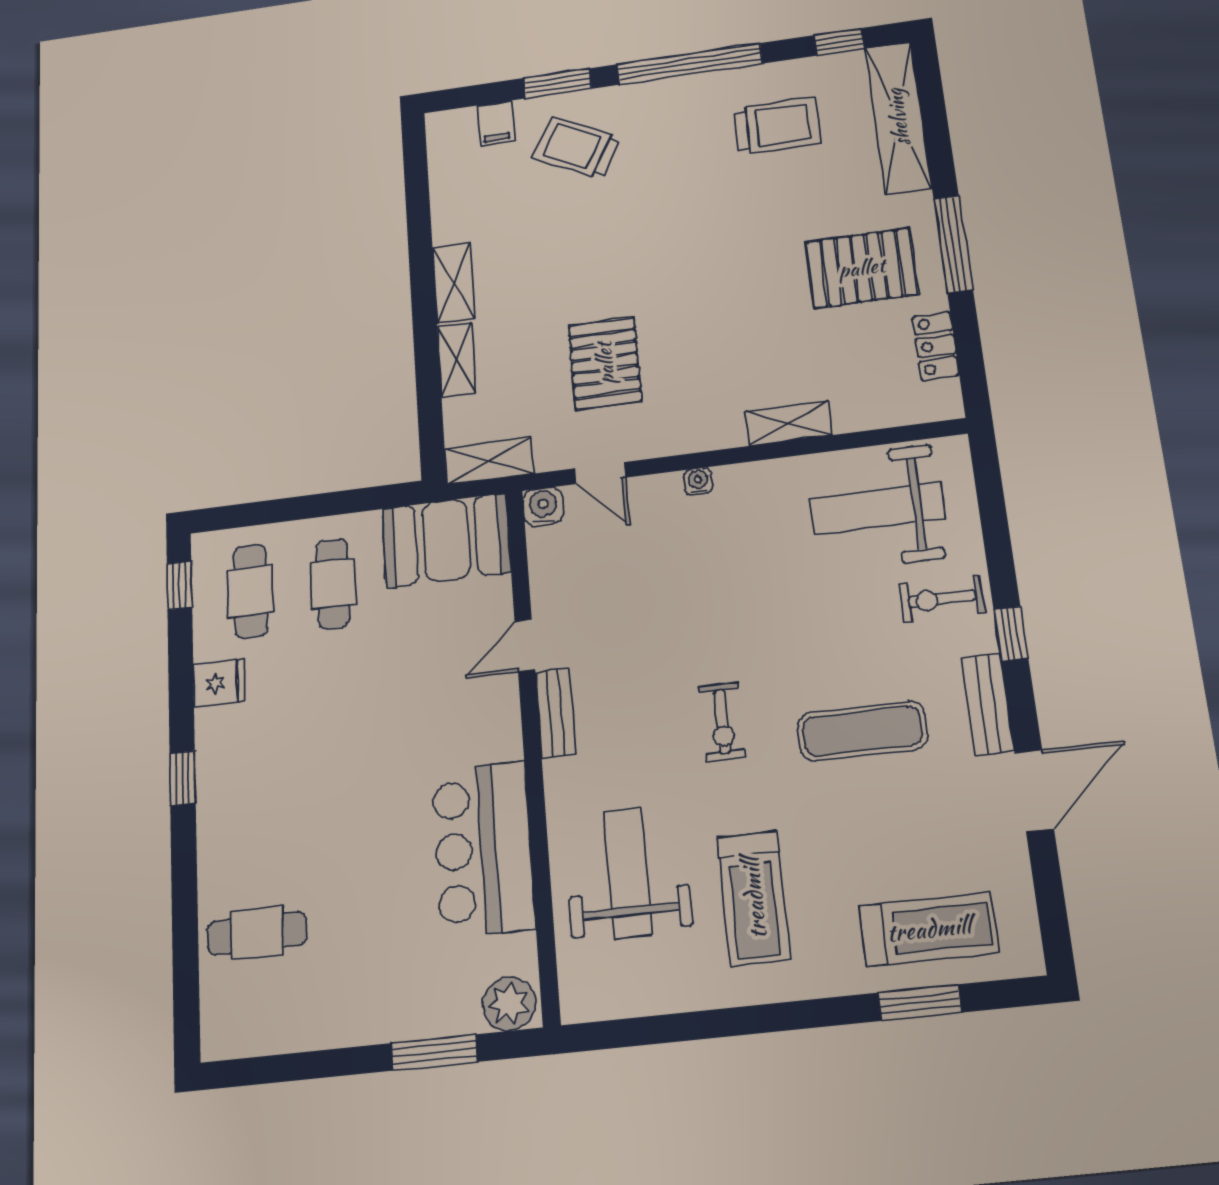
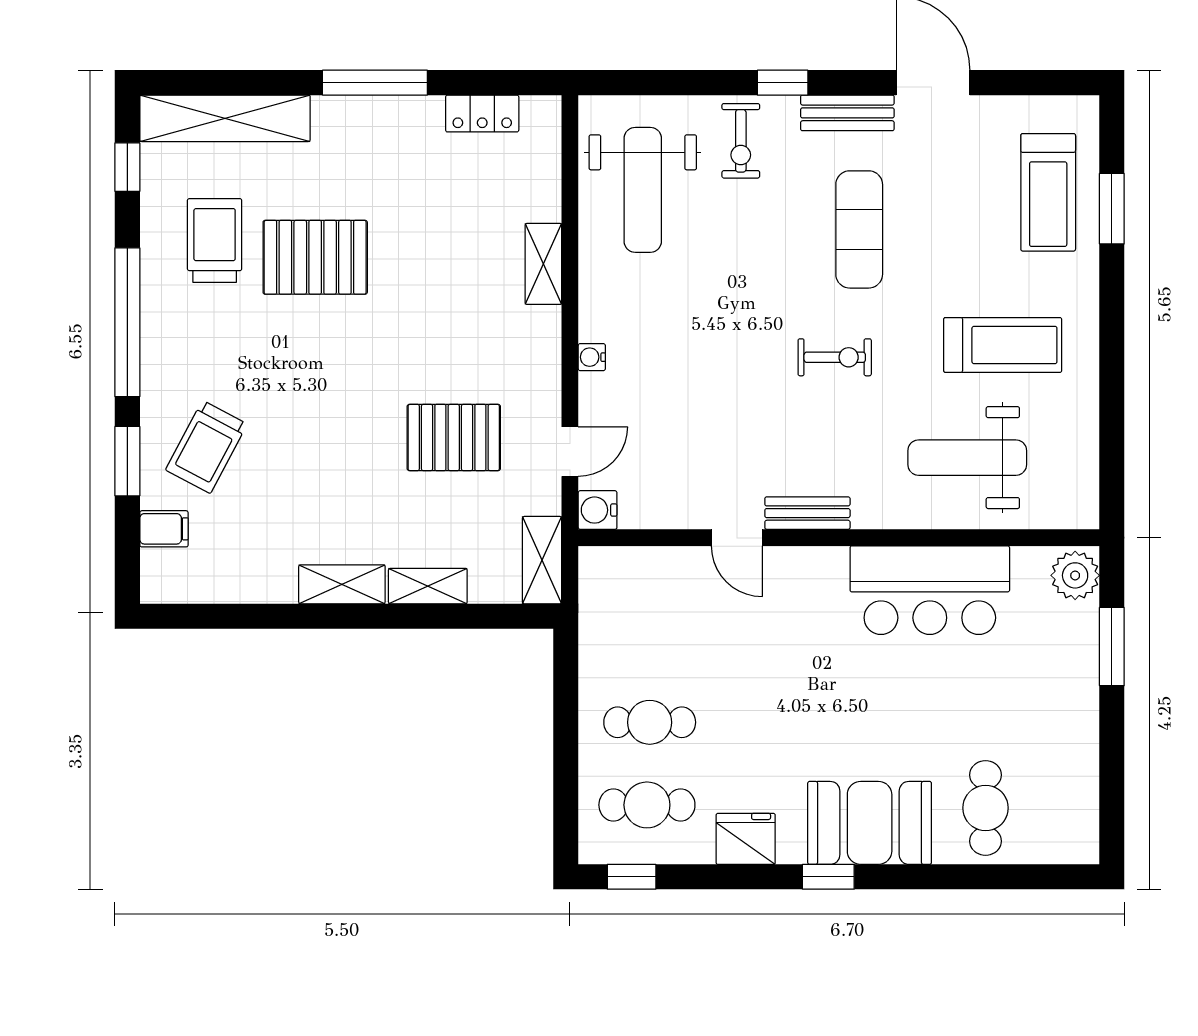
pallet: (862, 268) -> (315, 257), moved, turned 90
booth: (446, 540) -> (870, 823), moved, turned 90
fridge: (219, 683) -> (746, 839), width x1.38
treadmill: (929, 929) -> (1048, 192), turned 180

